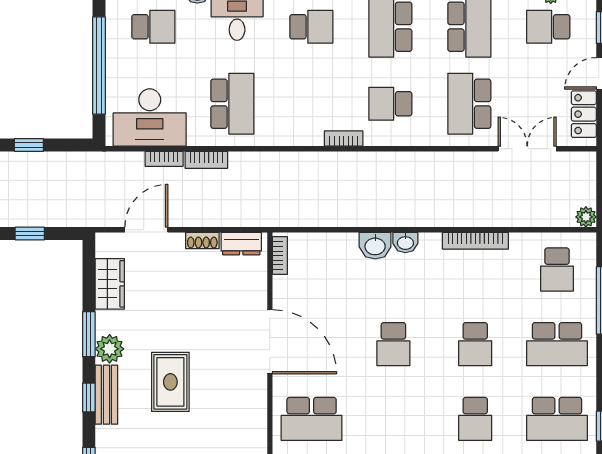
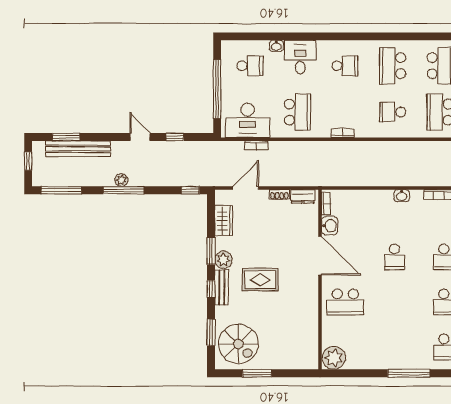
bookcase: (344, 139) -> (343, 133), moved
bookcase: (206, 160) -> (282, 146), removed
window: (30, 234) -> (190, 190), moved
washbasin: (375, 246) -> (330, 226), moved, turned -90
rug: (170, 382) -> (260, 280), turned 90

